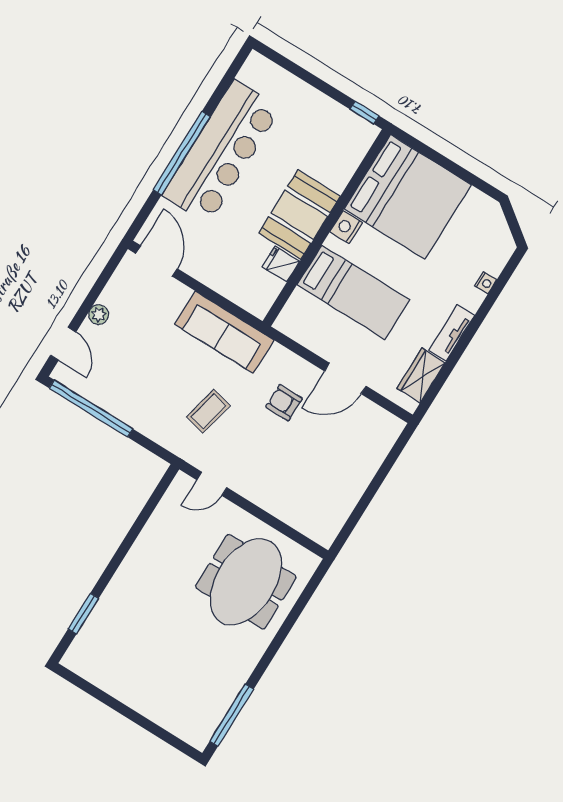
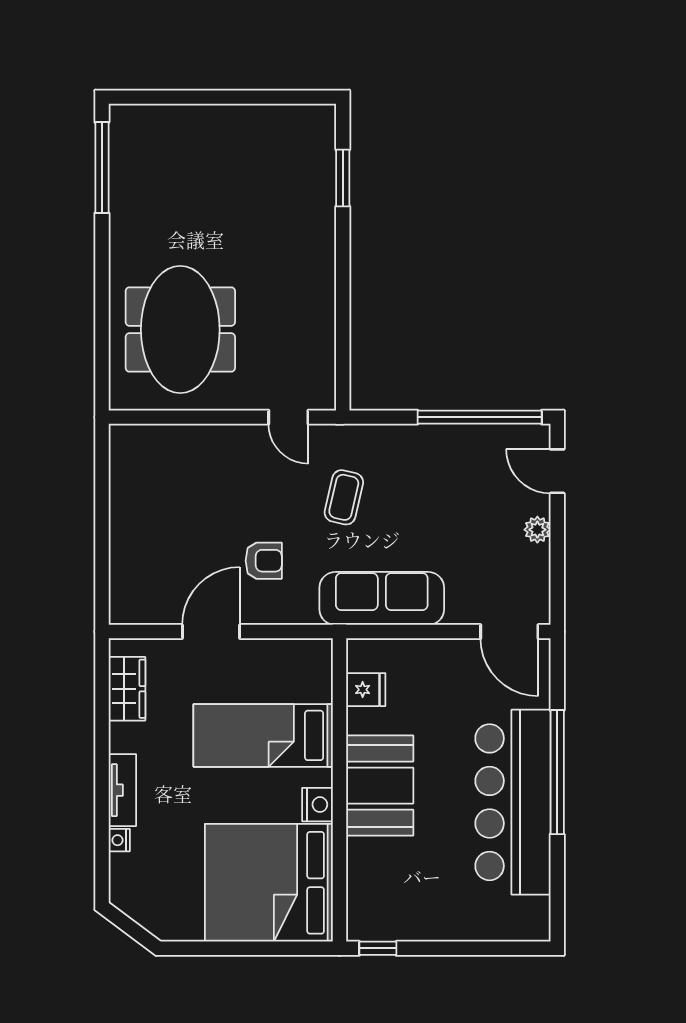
fridge: (281, 264) -> (366, 690), moved
tv unit: (452, 333) -> (122, 790), moved
door: (212, 484) -> (288, 417), swing flipped

